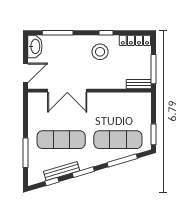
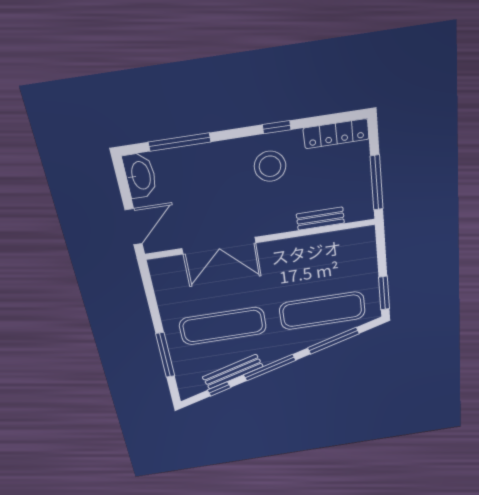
bench: (139, 84) -> (320, 219), moved
window: (83, 172) -> (270, 368), width x1.44

